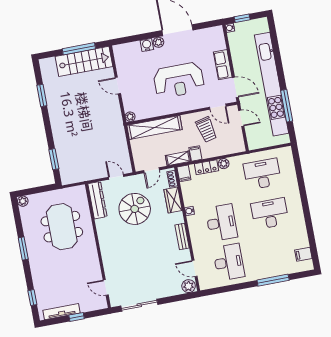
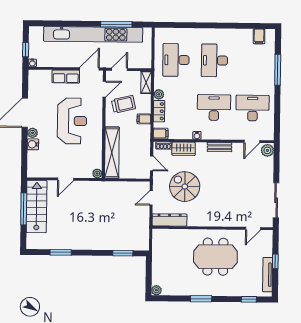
shelving: (178, 158) -> (146, 82), moved
meeting table: (62, 227) -> (215, 257), moved

